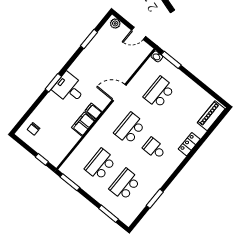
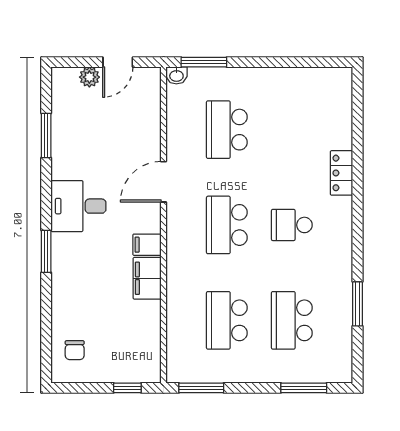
plant: (115, 23) -> (89, 77), moved
desk: (69, 88) -> (78, 206), moved
piano: (211, 116) -> (340, 99), removed

